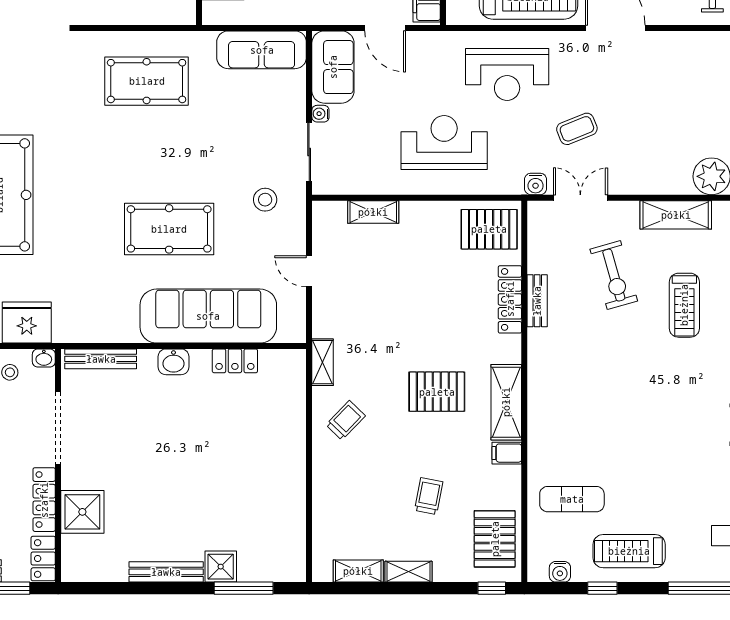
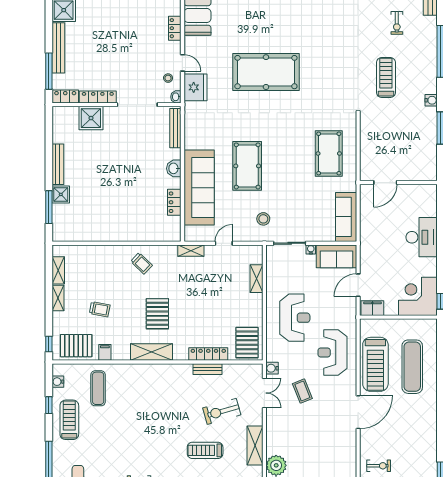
shelving: (323, 362) -> (191, 251), moved
filing cabinet: (507, 453) -> (105, 352), moved

